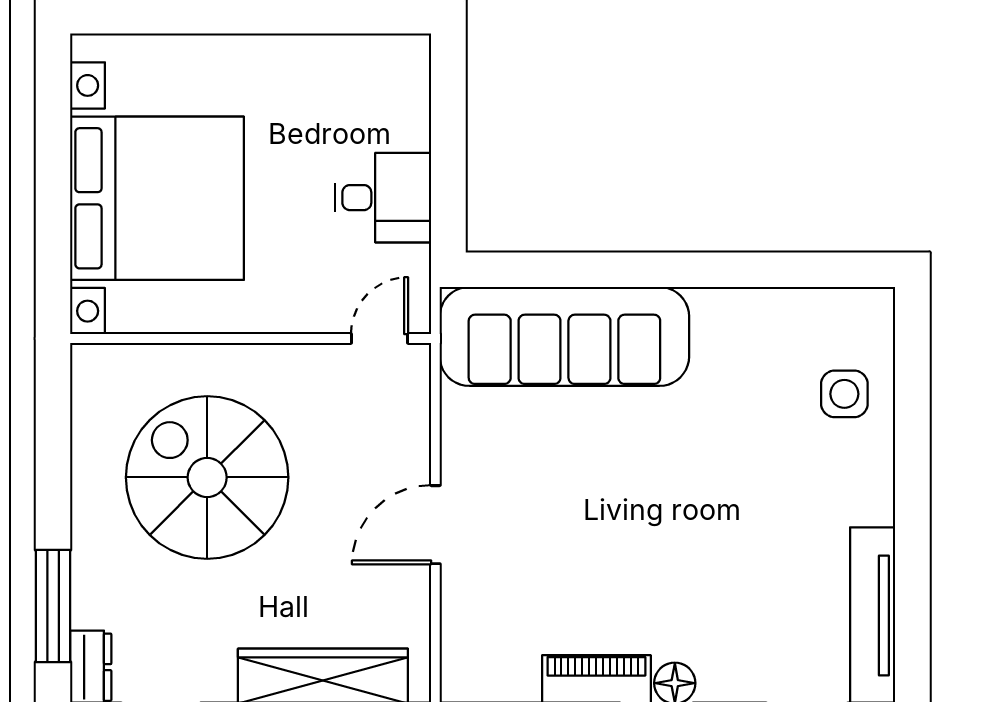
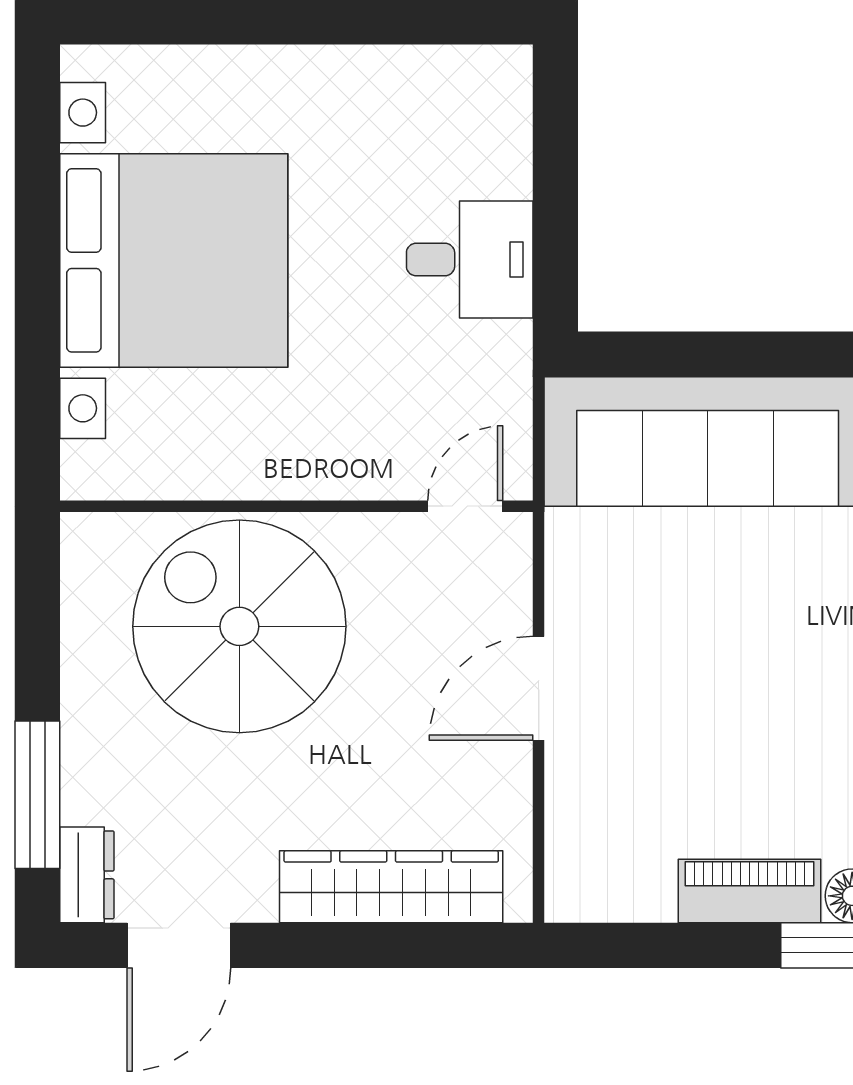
wall: (251, 339) -> (296, 506), moved
door: (380, 339) -> (465, 506), moved

